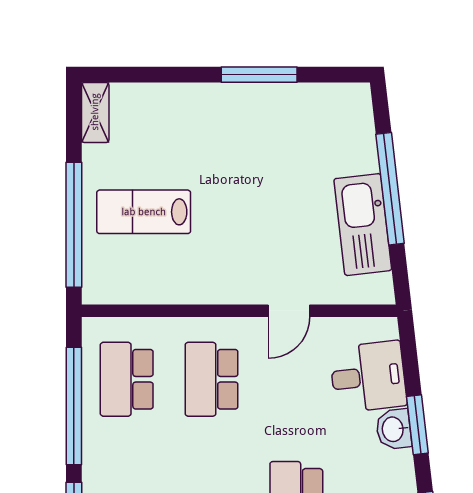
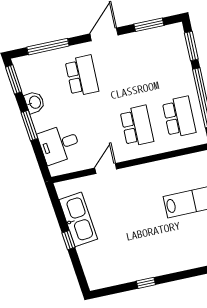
window: (259, 75) -> (146, 283), width x0.46
window: (390, 189) -> (68, 240), width x0.32
washbasin: (394, 429) -> (34, 102), moved

